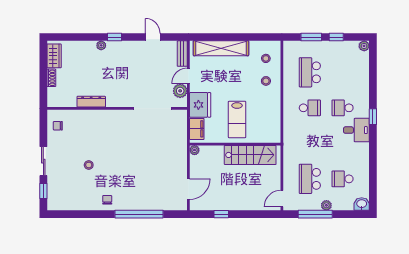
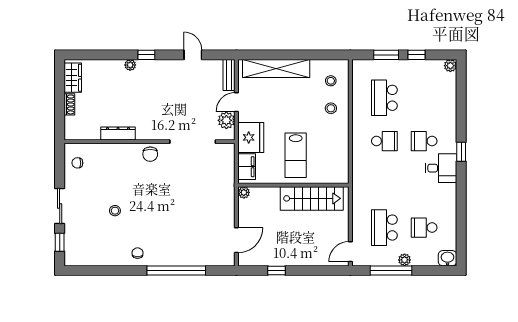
chair: (118, 119) -> (150, 154), added

